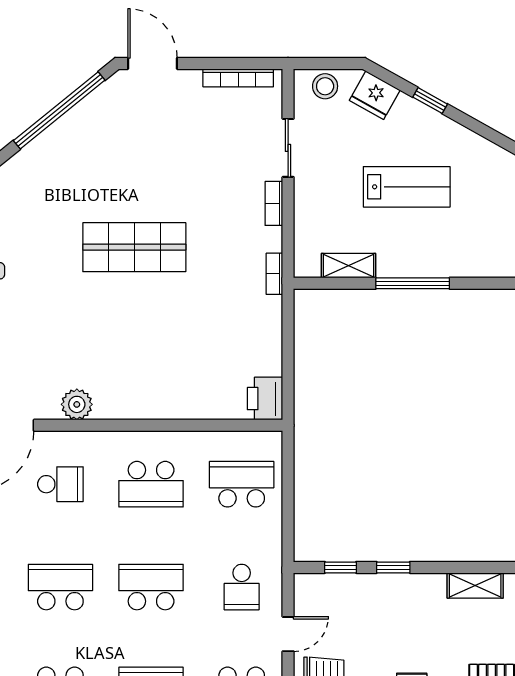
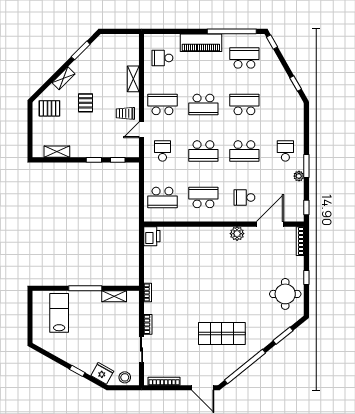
lab bench: (407, 187) -> (59, 313), moved, turned 90
shop shelf: (134, 247) -> (222, 333), moved

